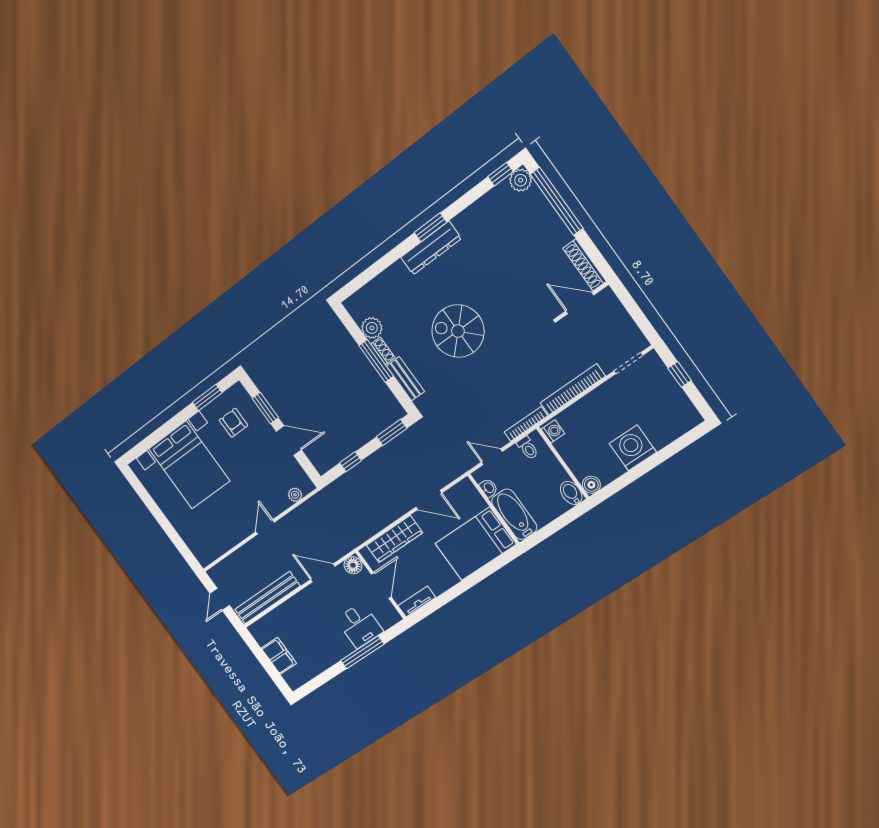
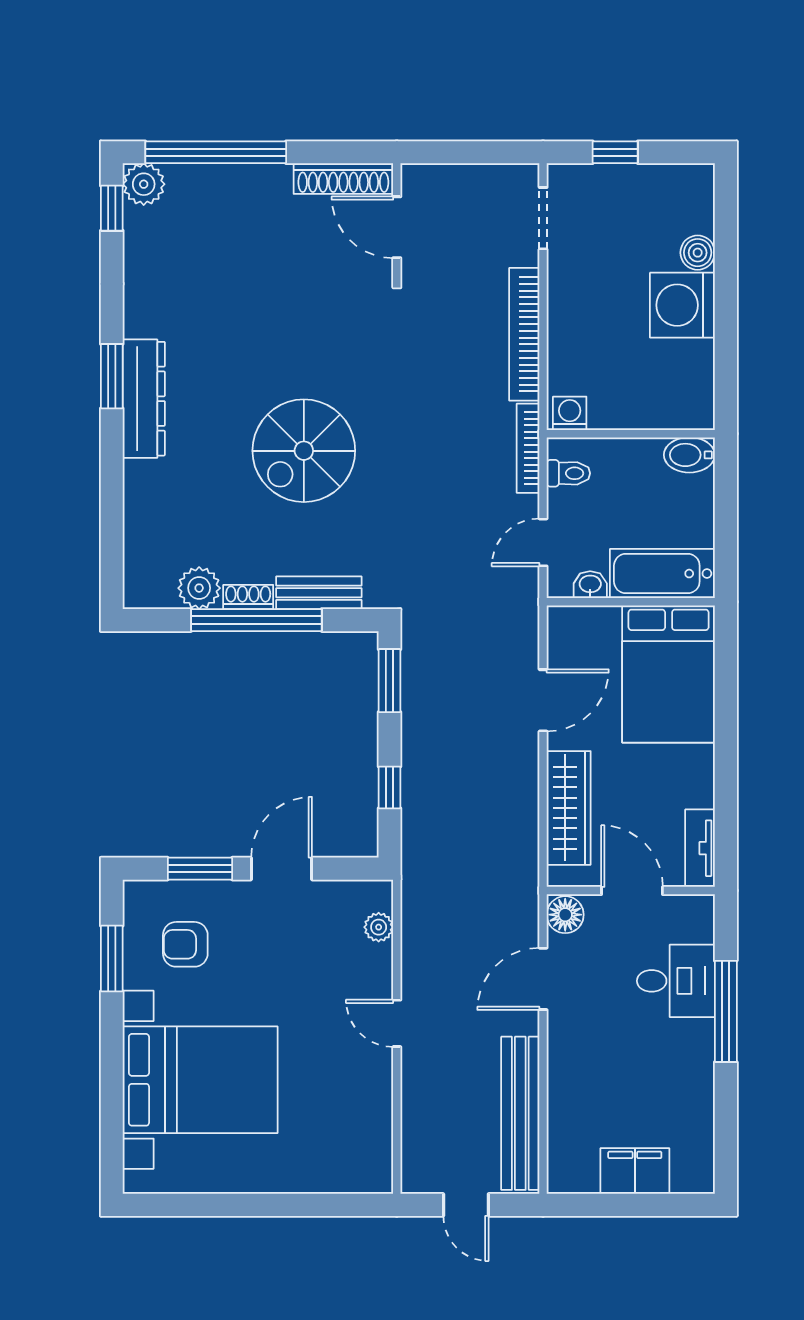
door: (580, 303) -> (397, 227), hinge flipped
window: (376, 361) -> (256, 620), width x1.46
boiler: (591, 485) -> (698, 253), moved

